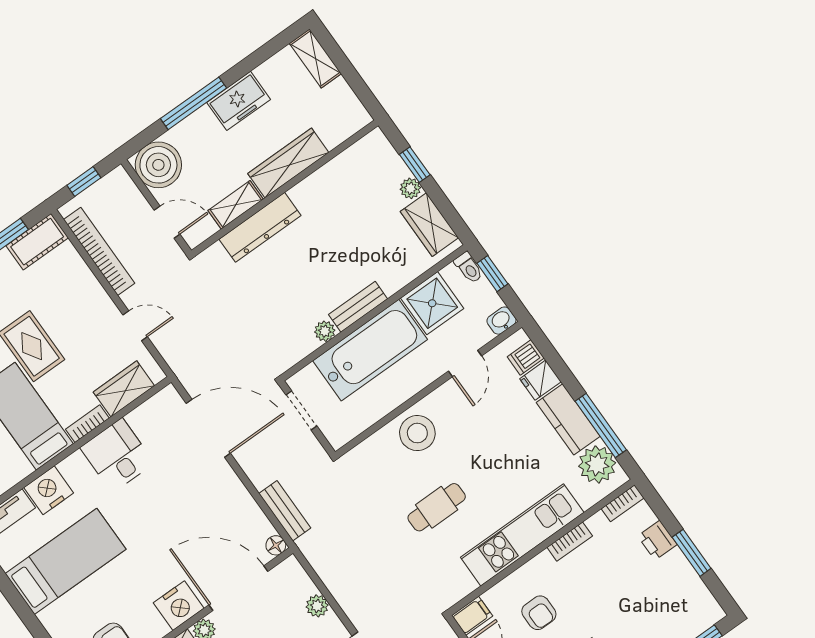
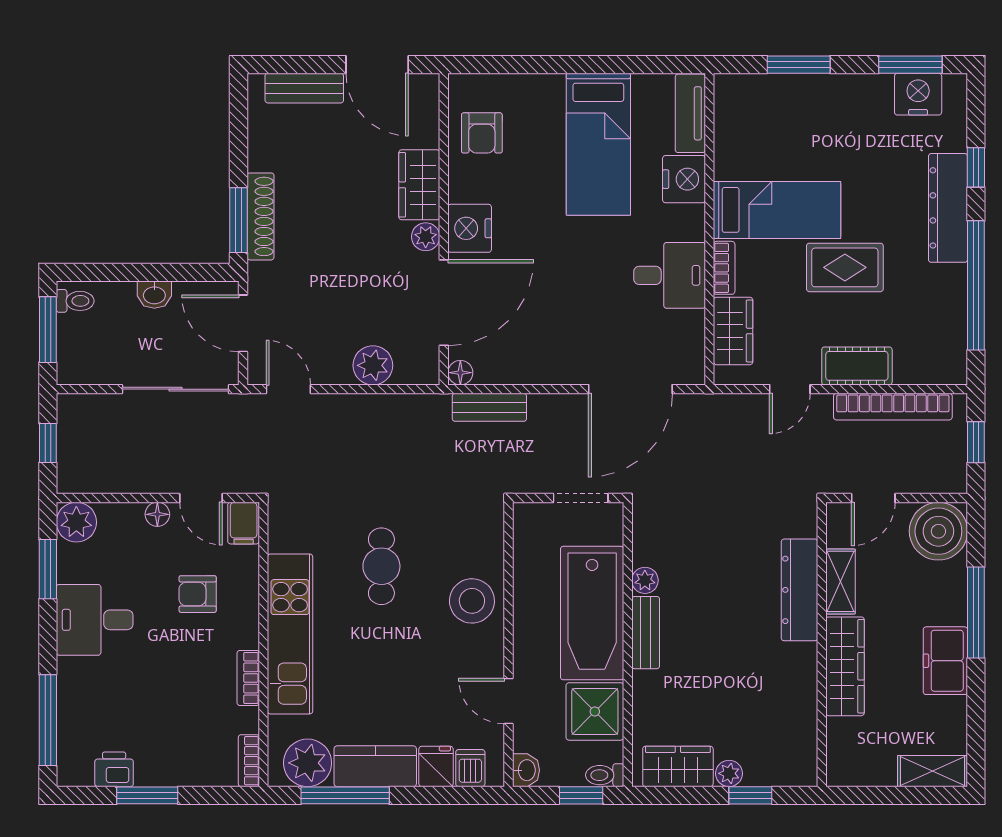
cot: (37, 242) -> (857, 366), moved, turned 90
printer: (657, 540) -> (114, 769), moved
plant: (317, 606) -> (373, 365), width x1.38, depth x1.38

